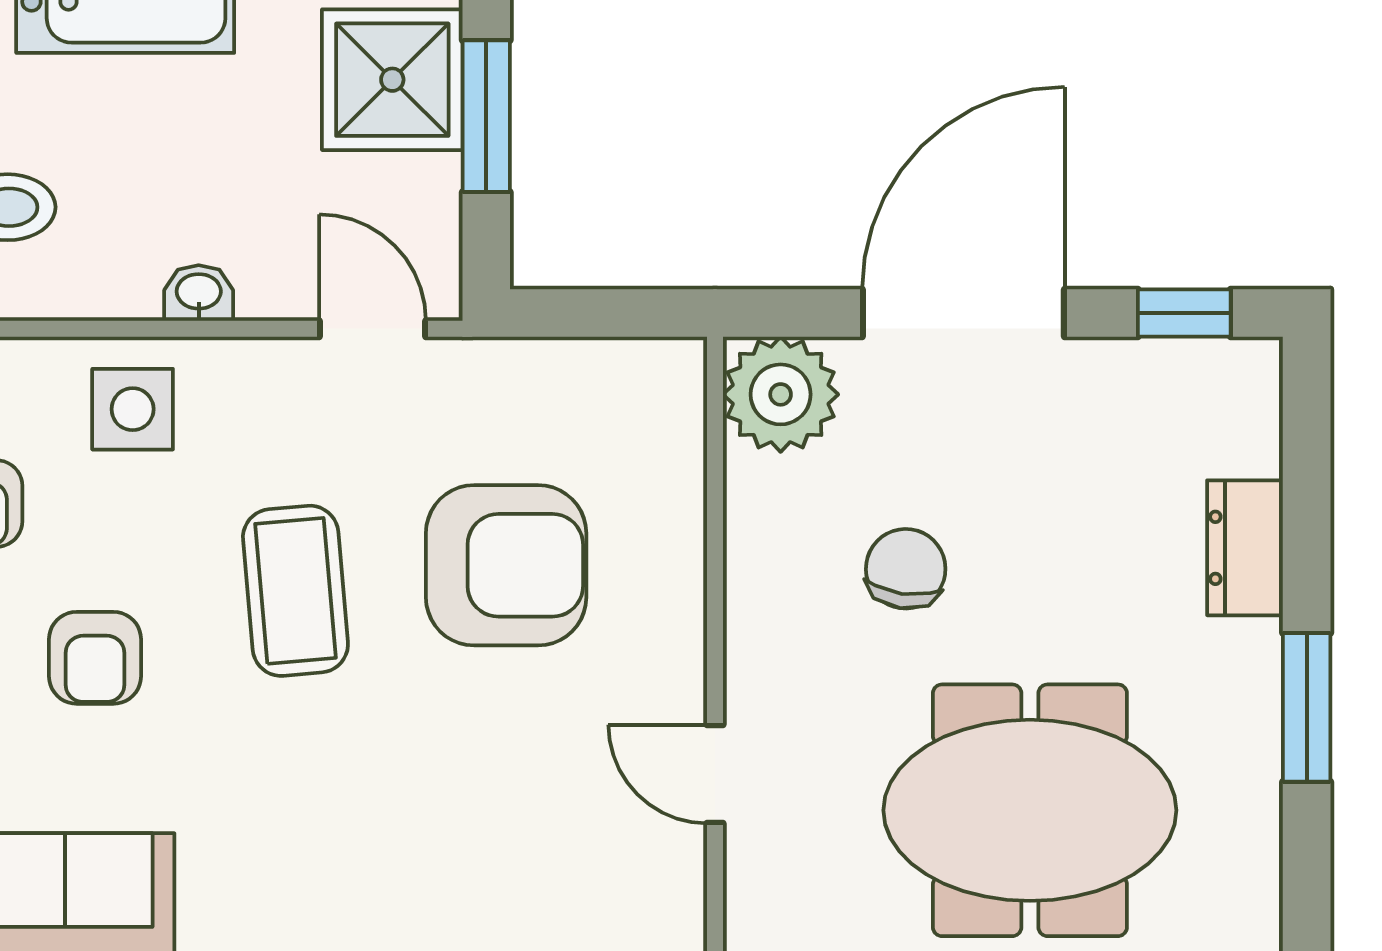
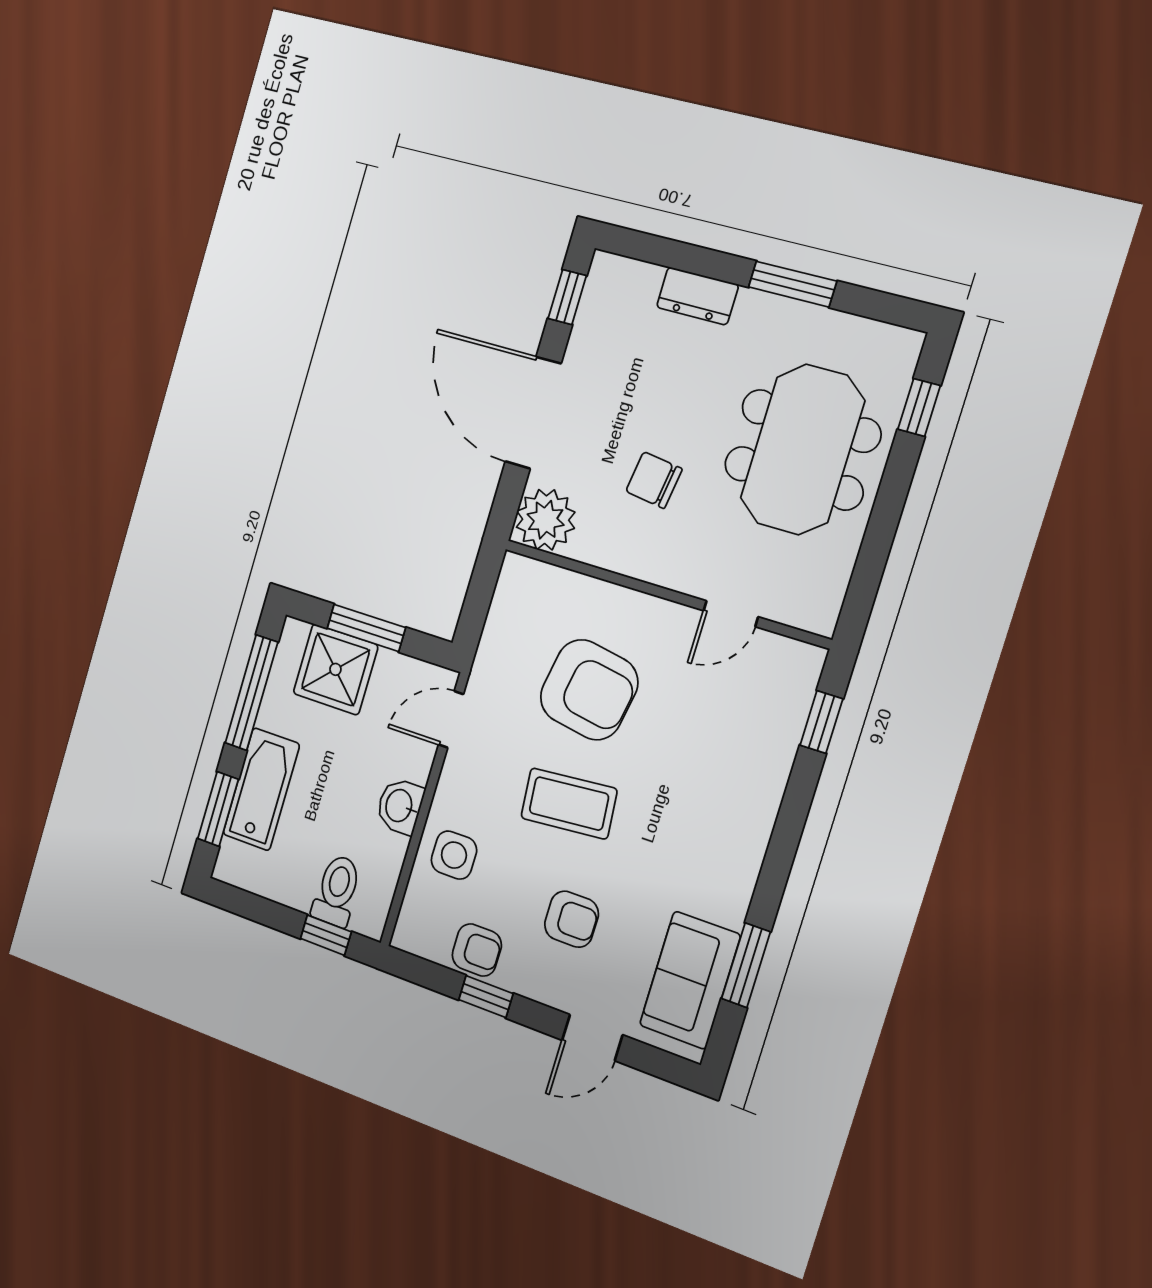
washbasin: (199, 293) -> (400, 806), width x1.38, depth x1.45
armchair: (506, 565) -> (589, 690), turned 100

